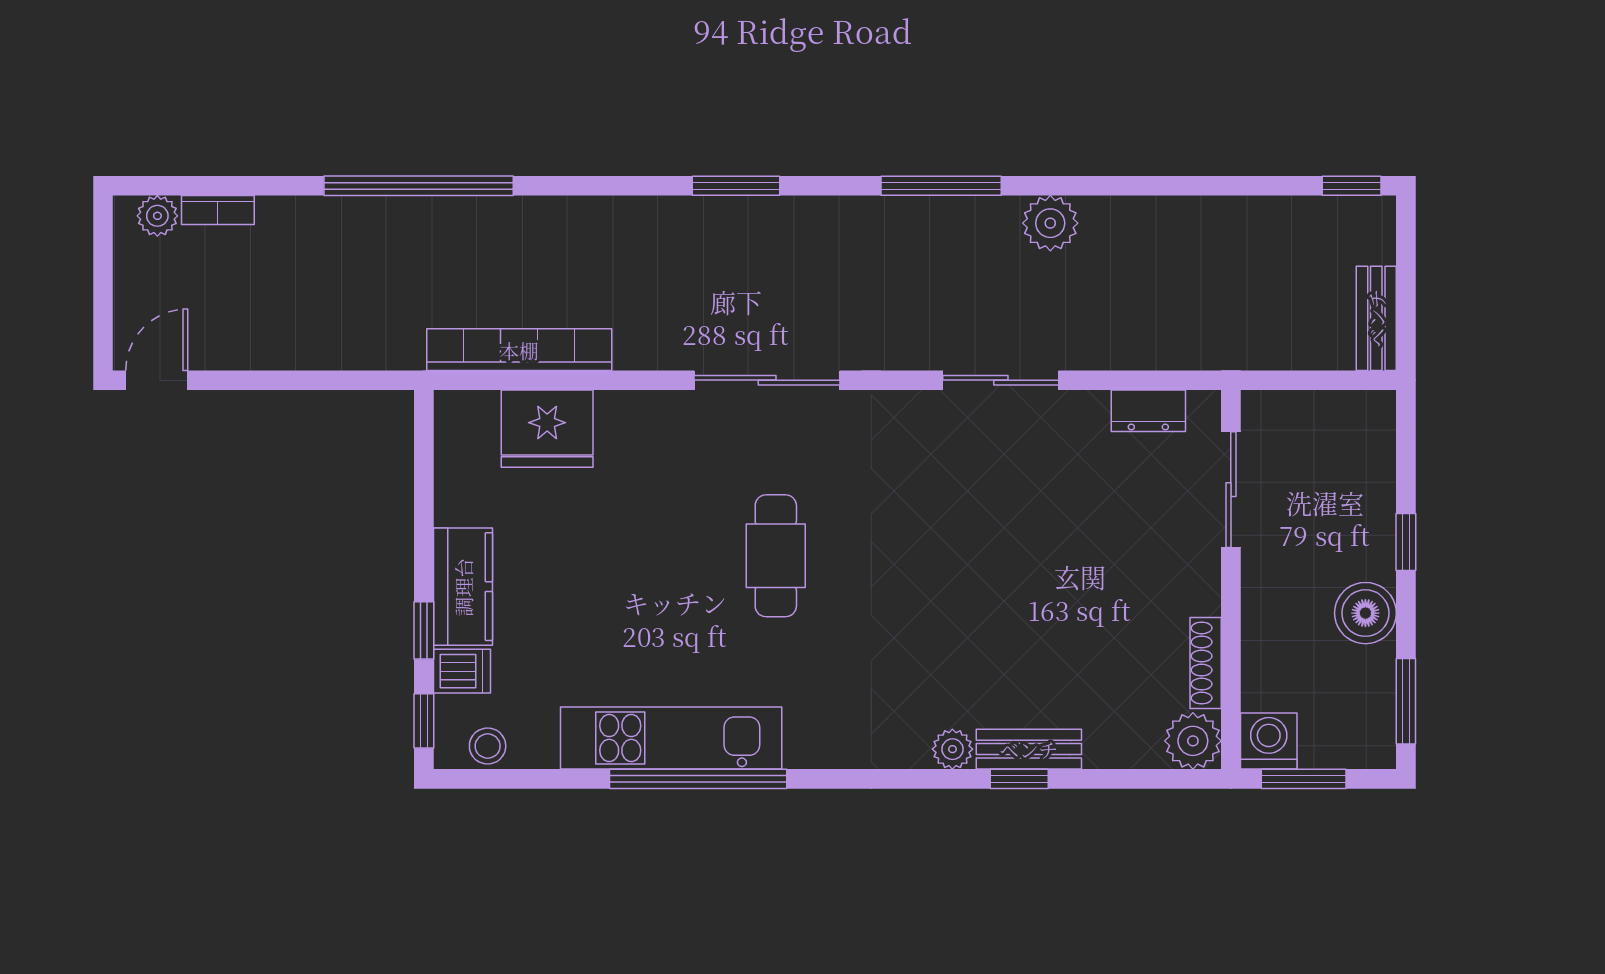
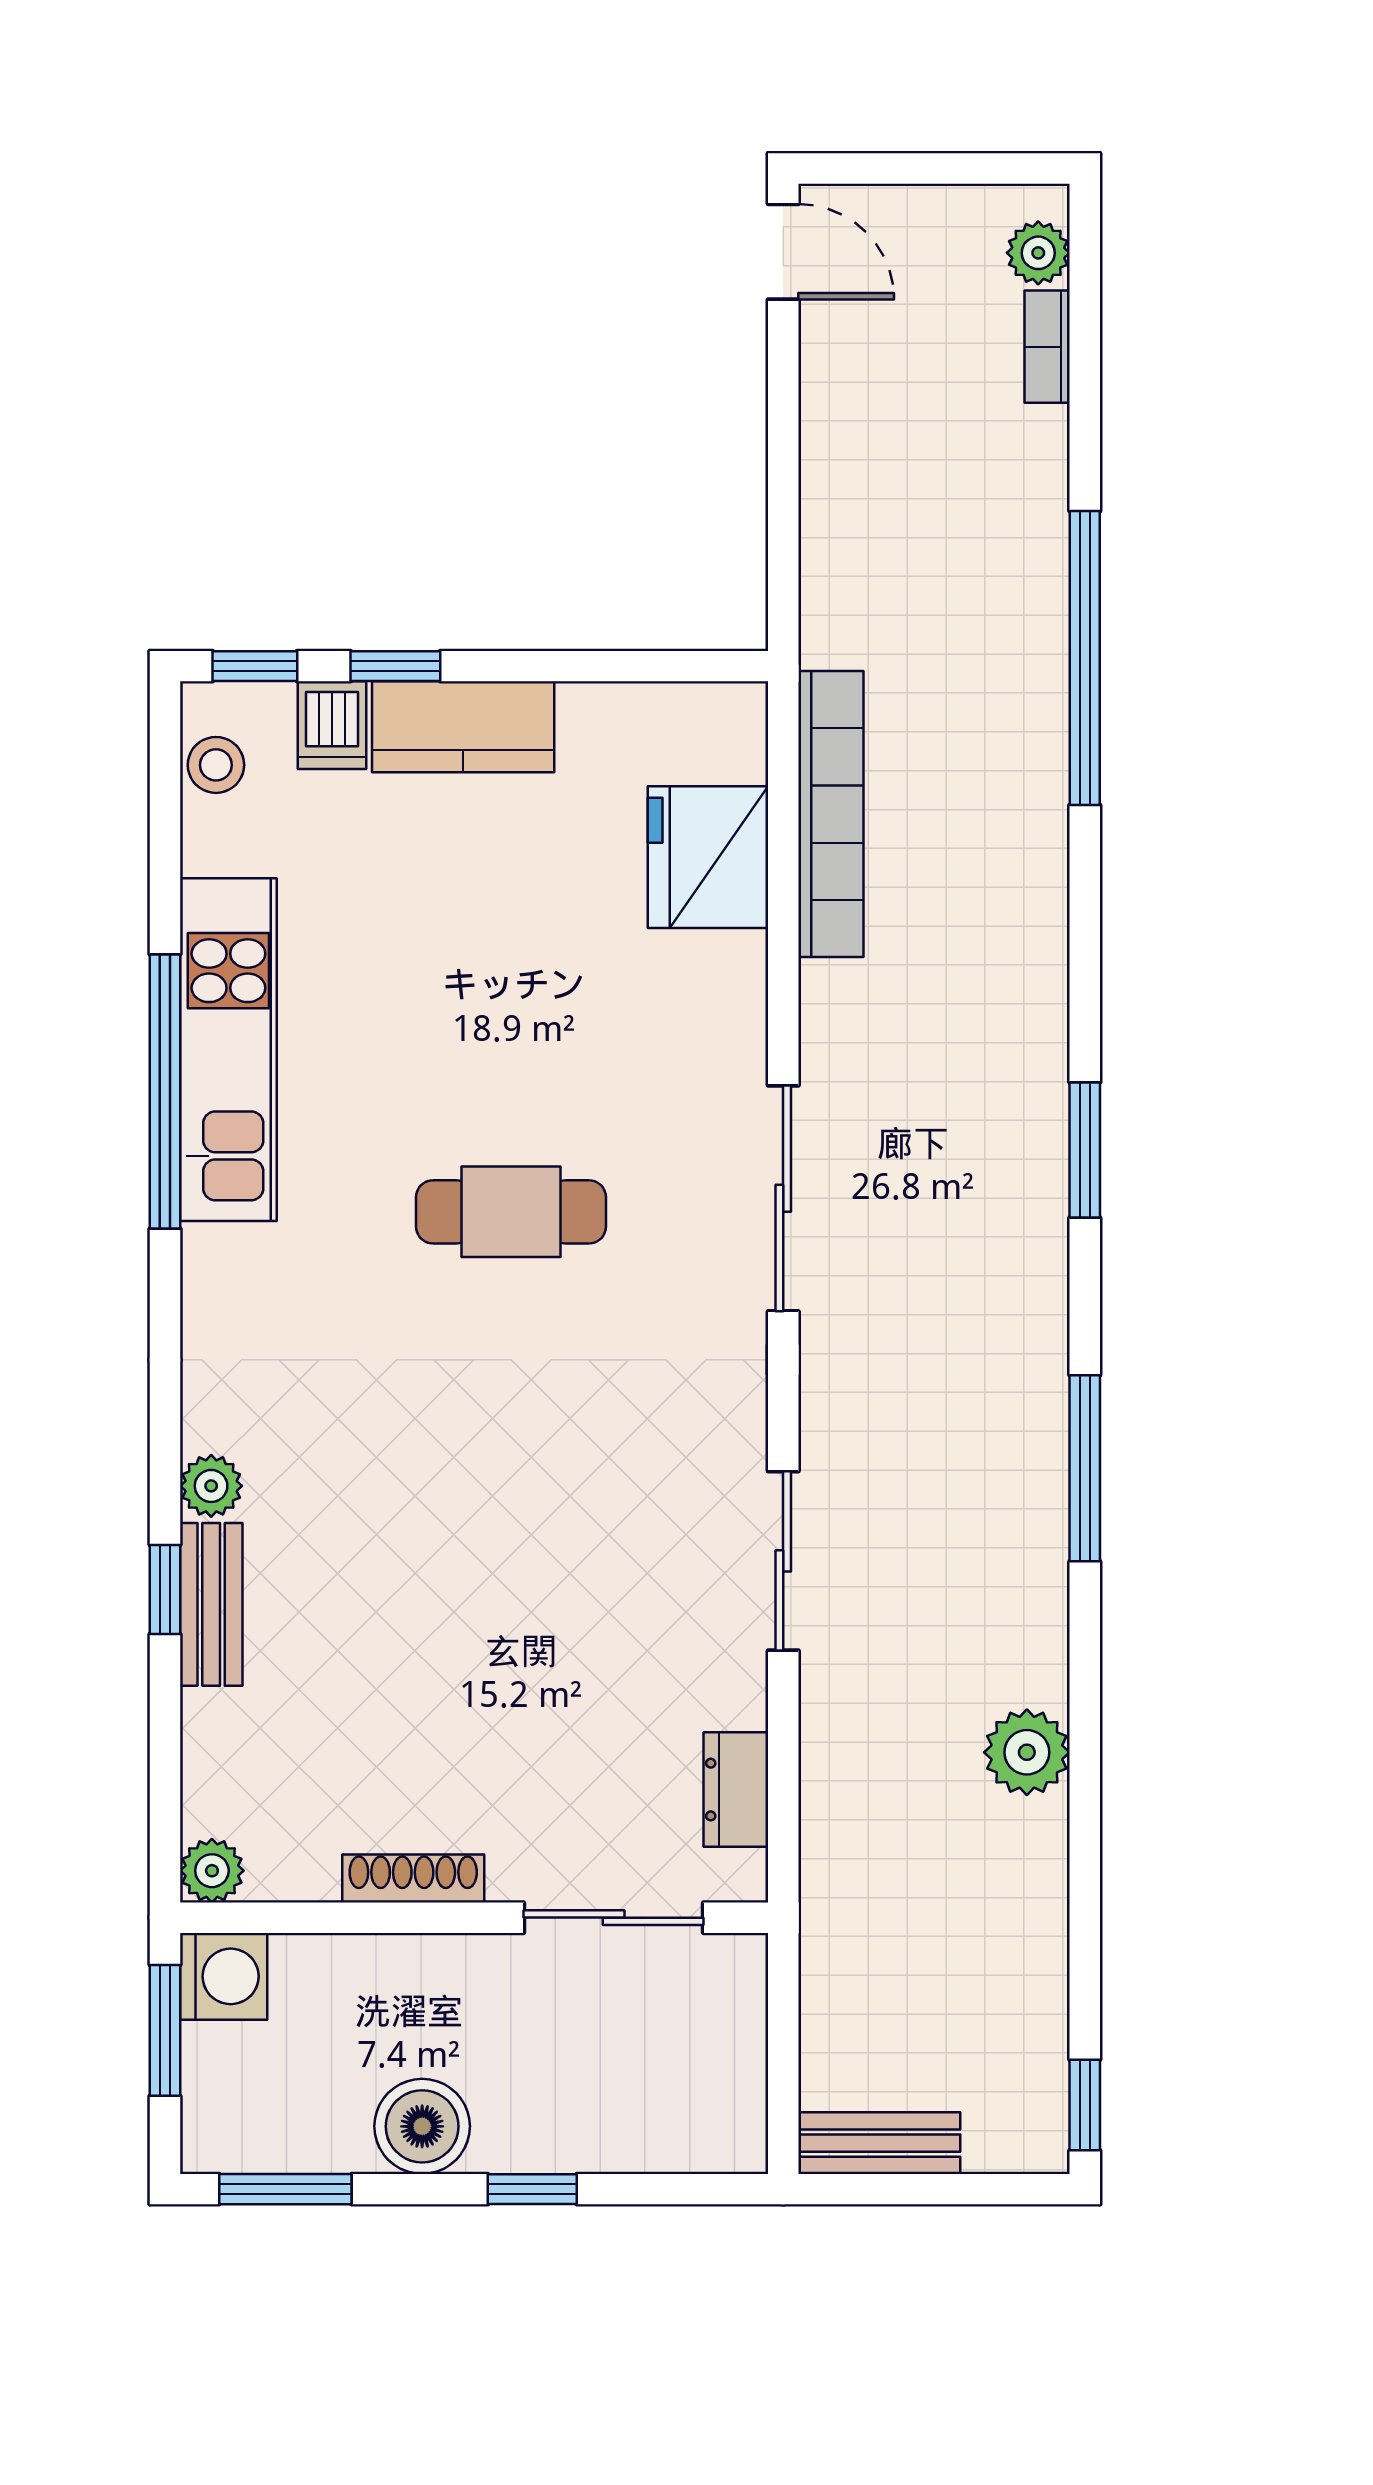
plant: (1050, 223) -> (1027, 1752), moved
shoe rack: (1206, 663) -> (413, 1879), moved
plant: (1193, 741) -> (212, 1871), width x0.73, depth x0.73

